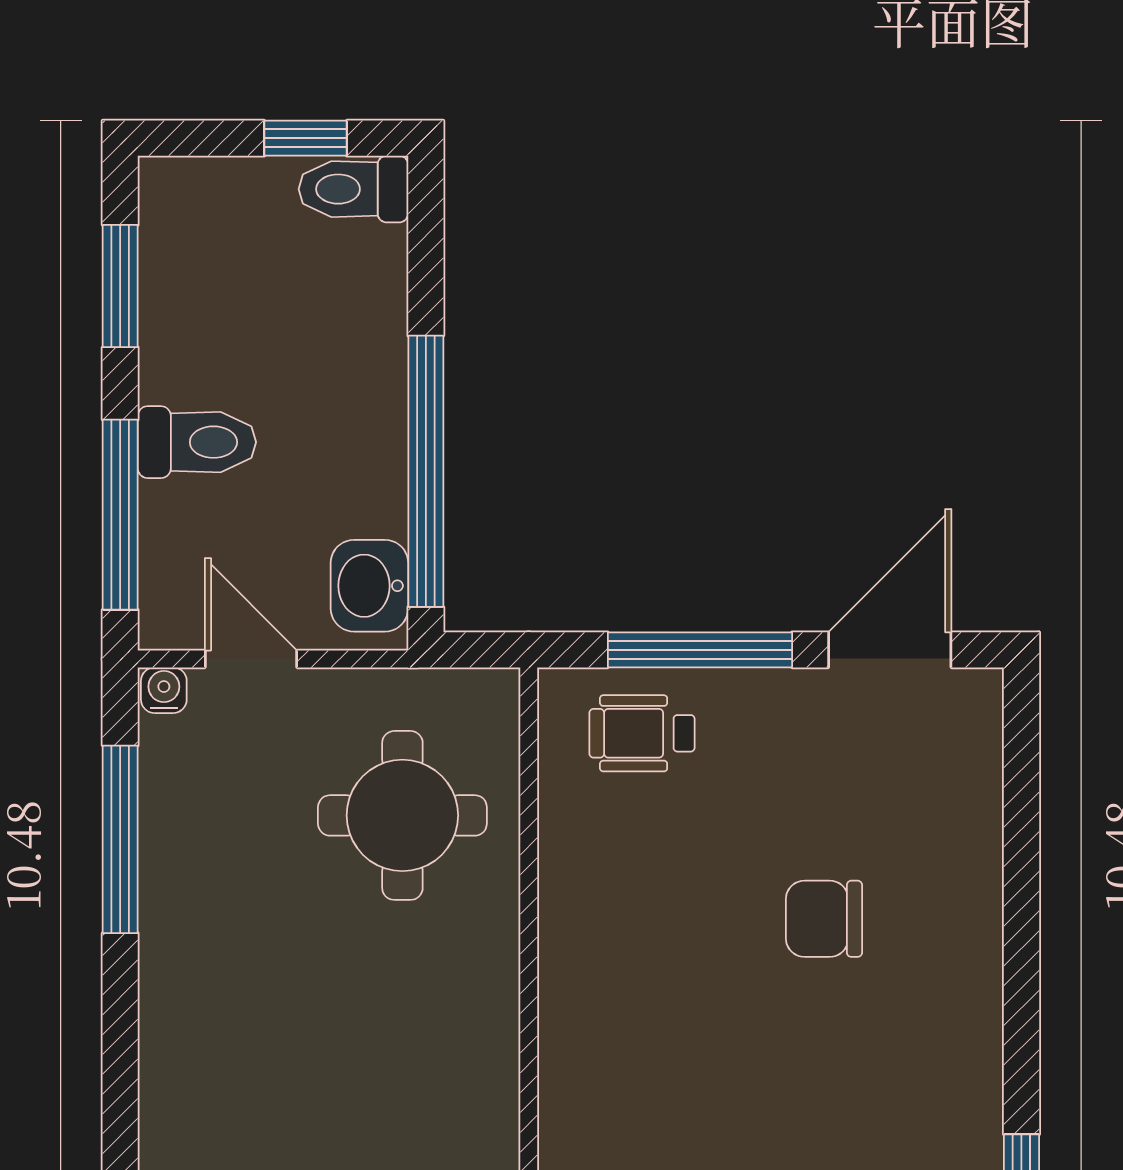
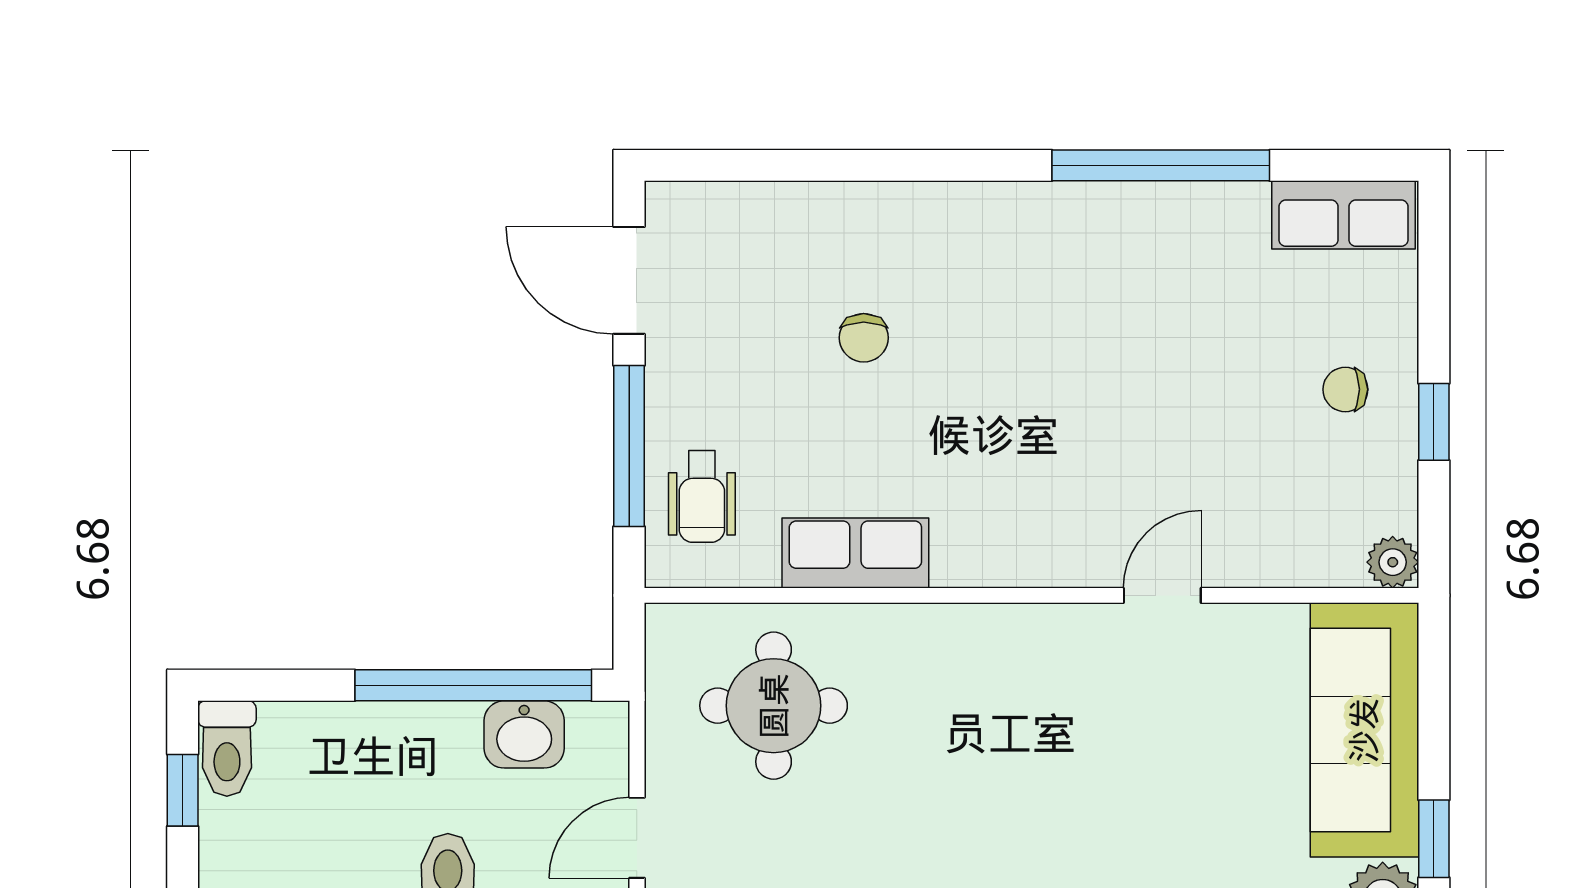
washbasin: (369, 586) -> (524, 734), moved
row of seats: (577, 909) -> (855, 553), added
chair: (824, 919) -> (864, 338), width x0.73, depth x0.73

